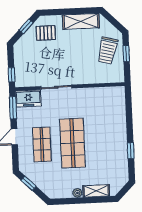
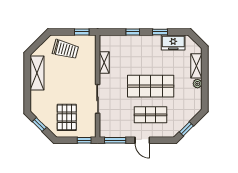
pallet: (46, 33) -> (67, 117), moved, width x1.50, depth x1.42
window: (126, 54) -> (82, 32), moved
shelving: (95, 93) -> (104, 63), added
freezer: (28, 98) -> (173, 42), moved, turned 90
window: (129, 122) -> (133, 32), added

